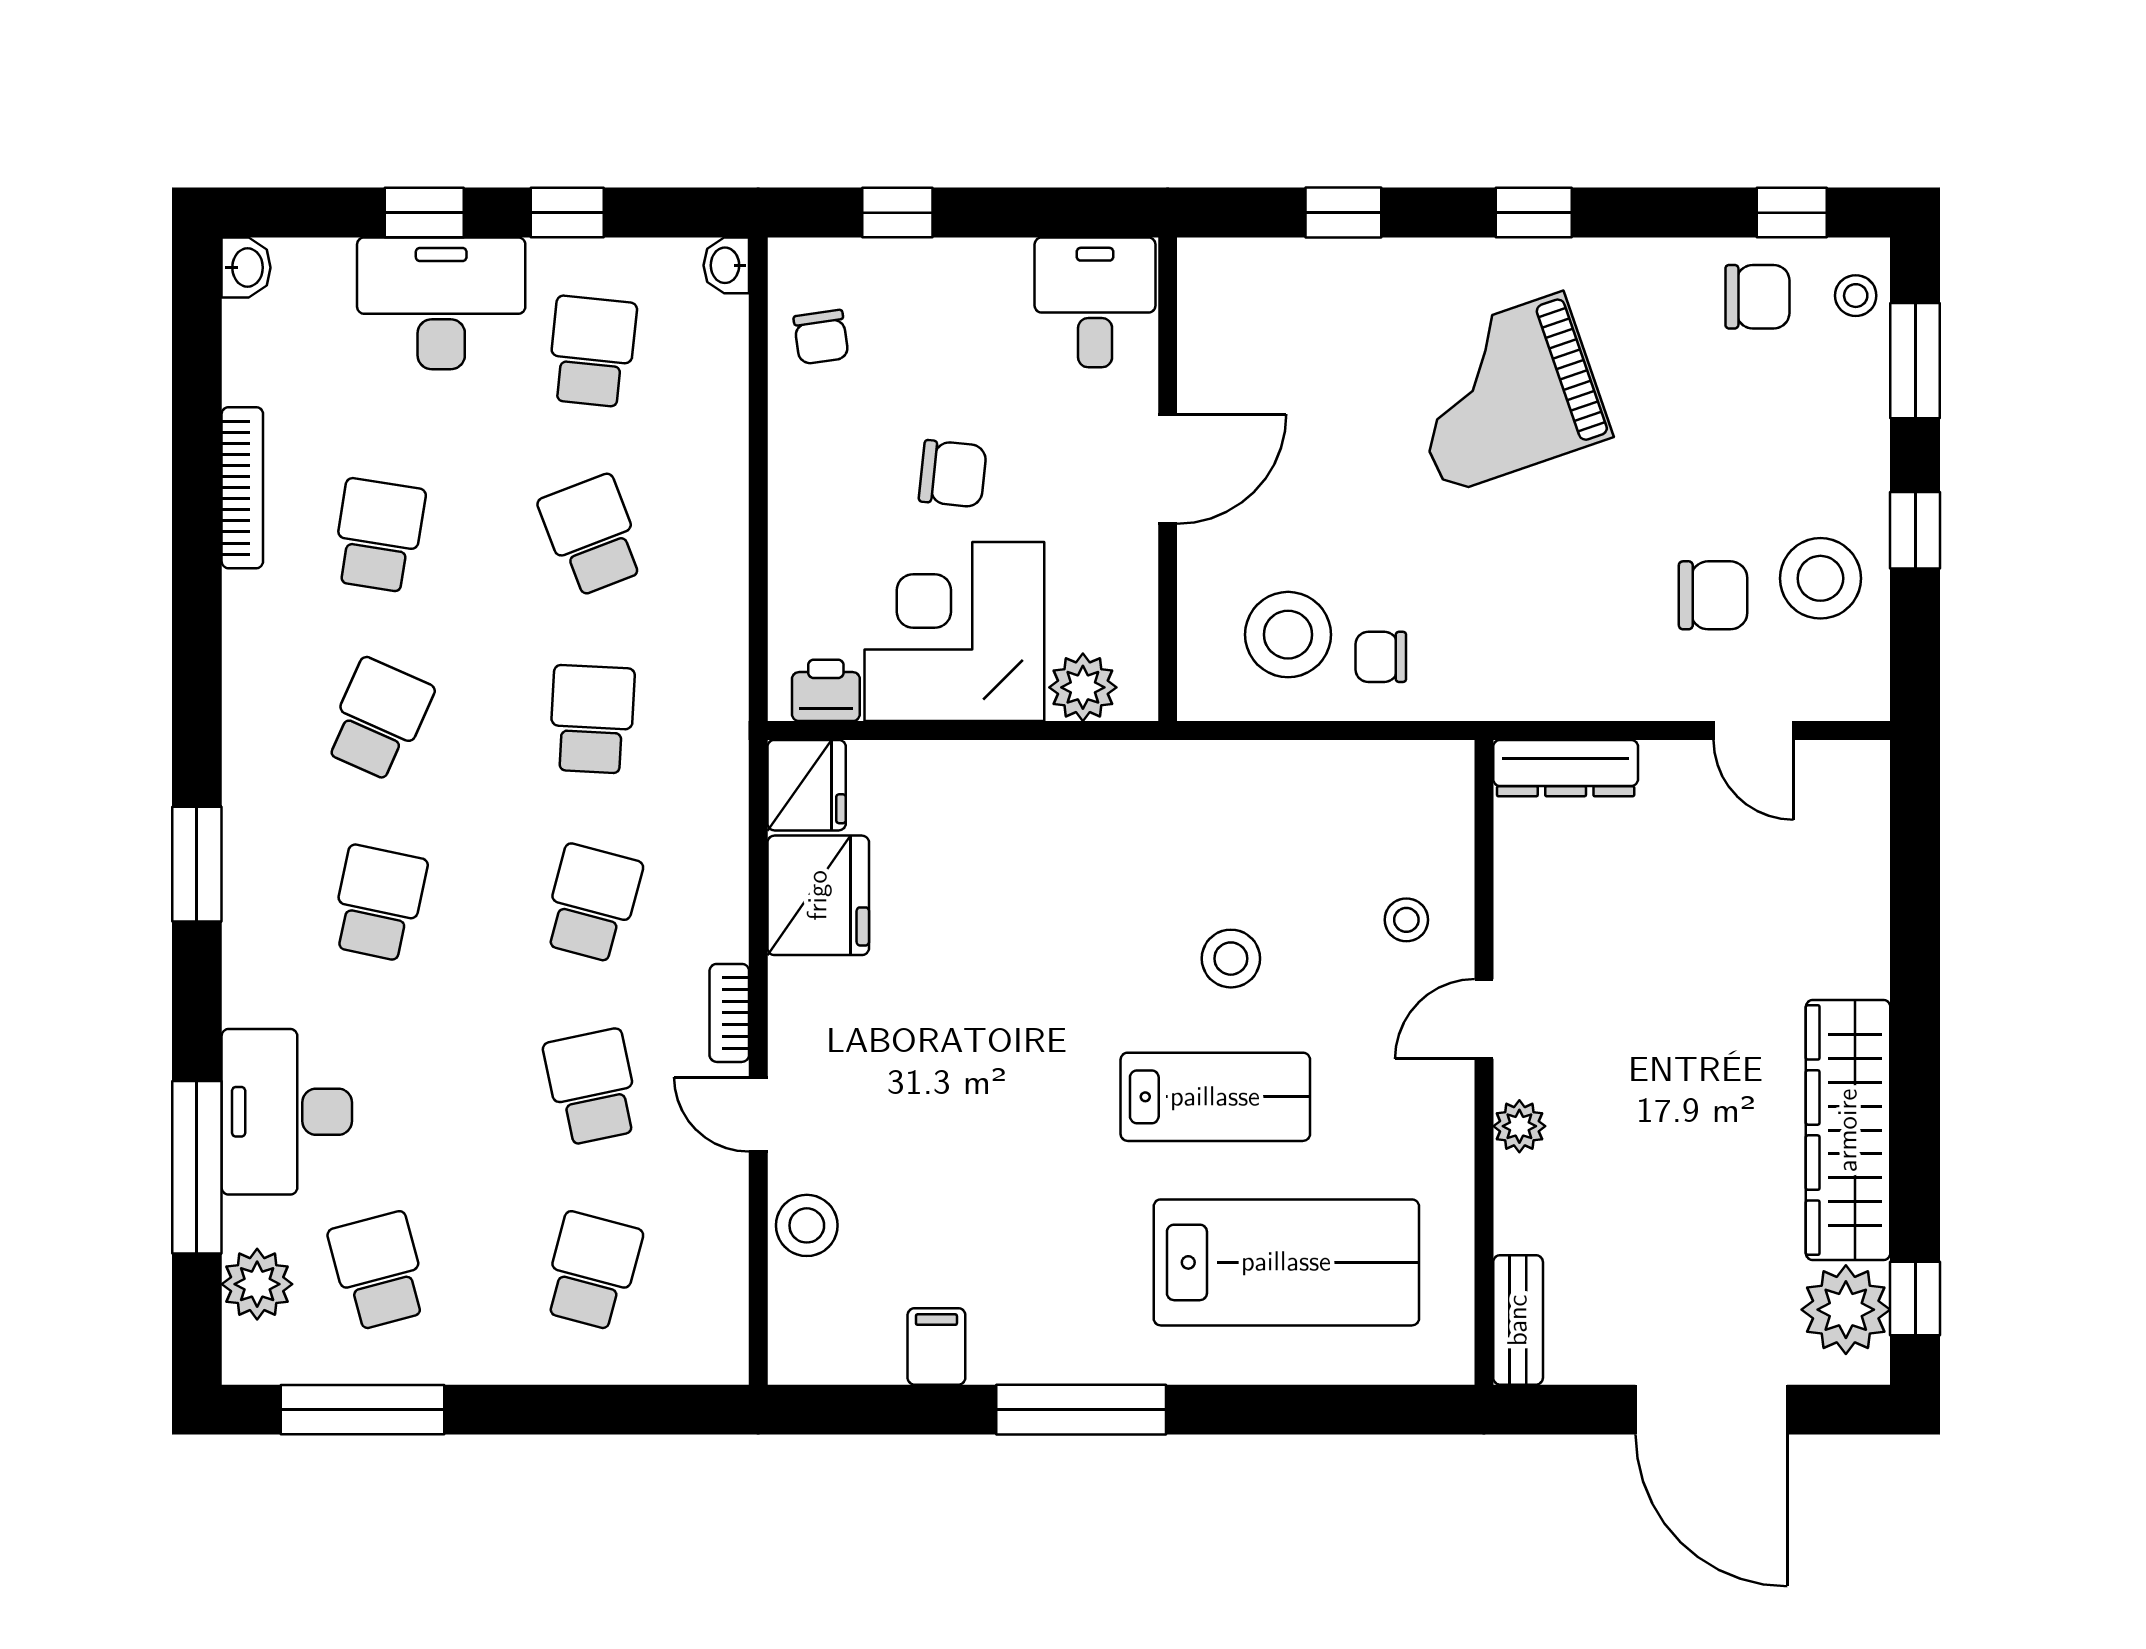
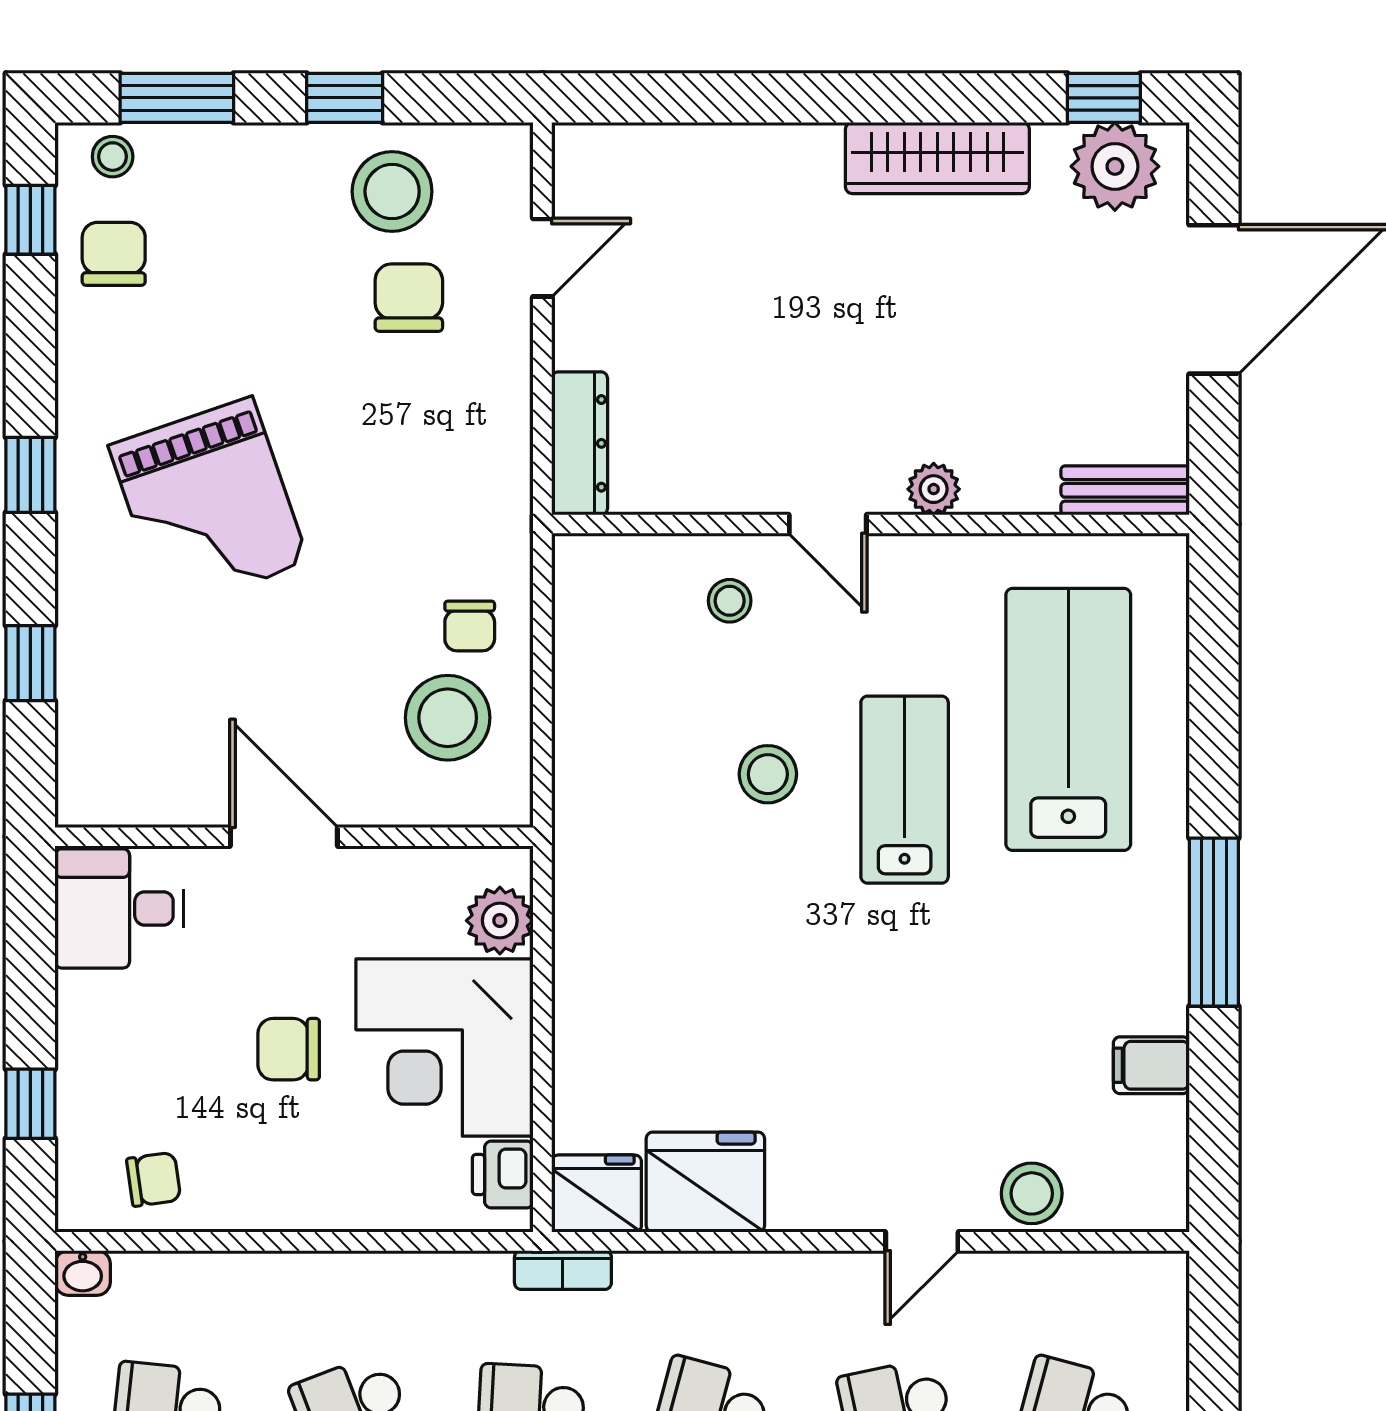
chair: (953, 474) -> (289, 1049), turned -96
bookcase: (729, 1013) -> (563, 1270), moved
wardrobe: (1848, 1130) -> (937, 158), width x0.71, depth x0.85

